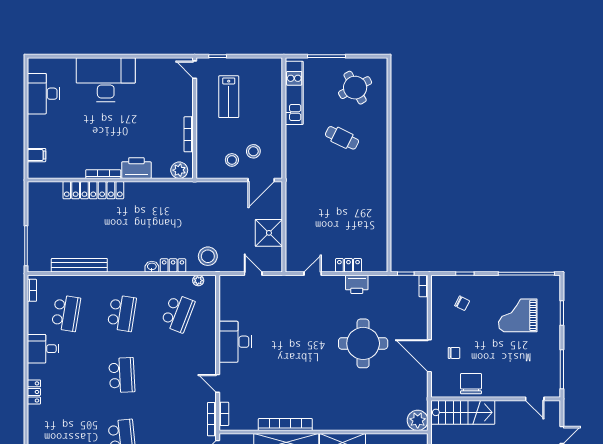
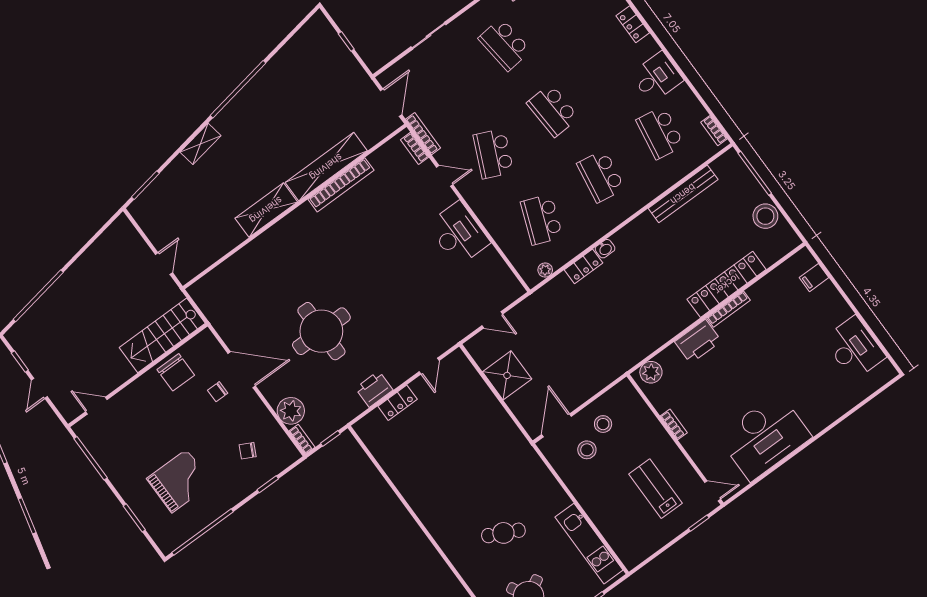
desk: (106, 80) -> (765, 437), moved
bookcase: (189, 134) -> (674, 424), width x0.64
stool: (208, 256) -> (765, 216), moved
school desk: (178, 375) -> (493, 154), added
plant: (418, 420) -> (291, 411), moved

